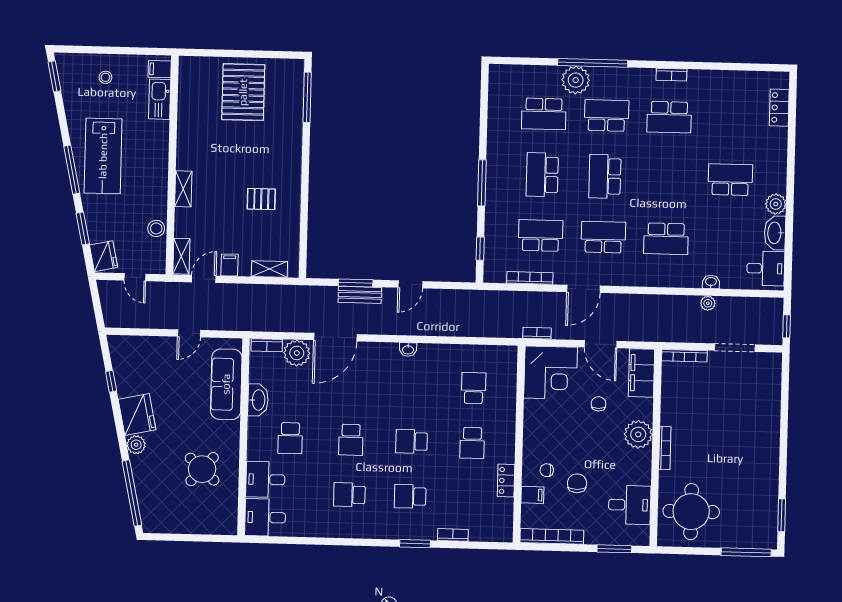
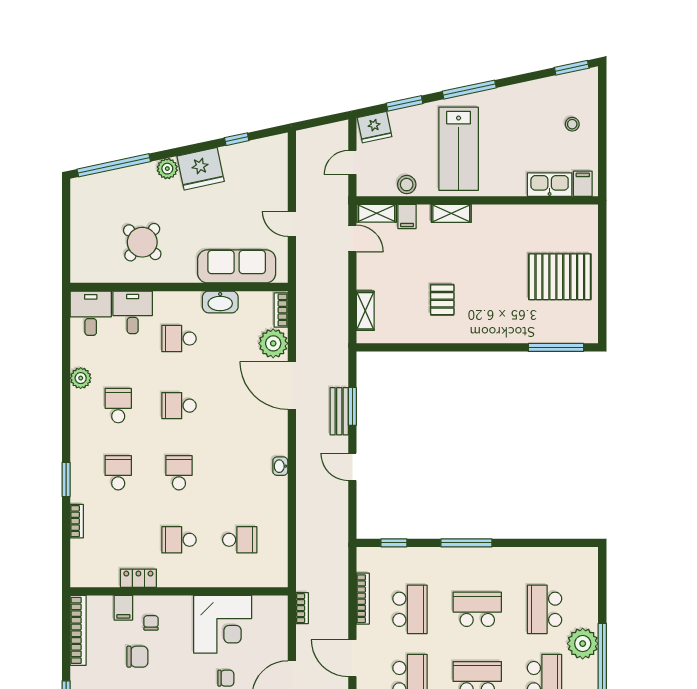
lab bench: (103, 156) -> (459, 149), moved, turned -90
filing cabinet: (230, 265) -> (407, 216), moved, turned 90
corner desk: (551, 373) -> (223, 624), moved, turned -90
plant: (324, 528) -> (81, 378), added

